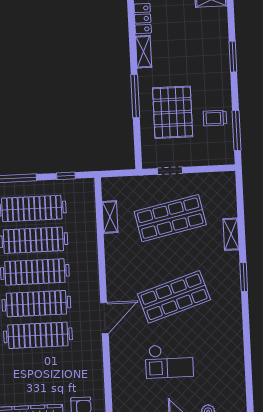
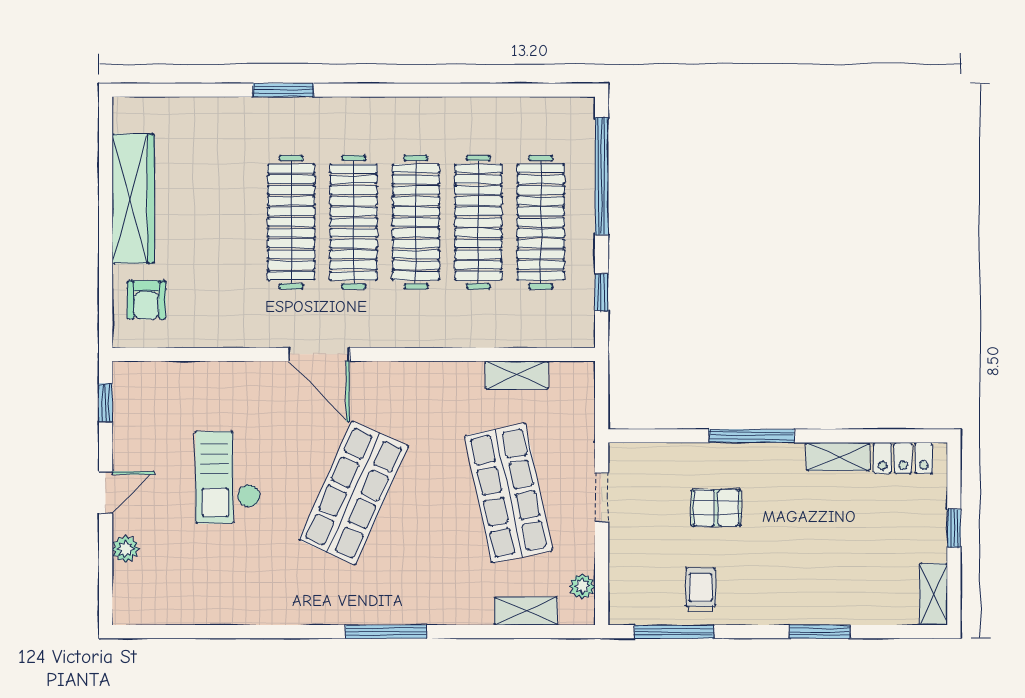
pallet: (173, 112) -> (716, 508), width x0.49, depth x0.50
plant: (216, 178) -> (582, 586), added
shelving: (231, 234) -> (526, 611), moved
window: (244, 277) -> (386, 632), width x1.44
shop shelf: (174, 297) -> (354, 493), turned 42

